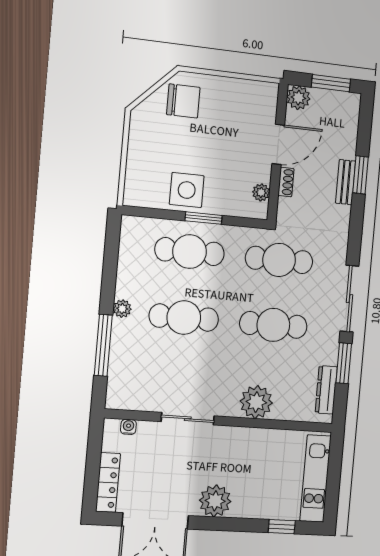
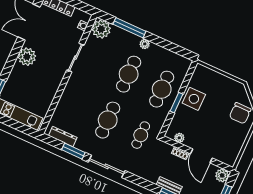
cafe table: (279, 260) -> (141, 135), width x0.73, depth x0.74
plant: (256, 402) -> (101, 29), moved

